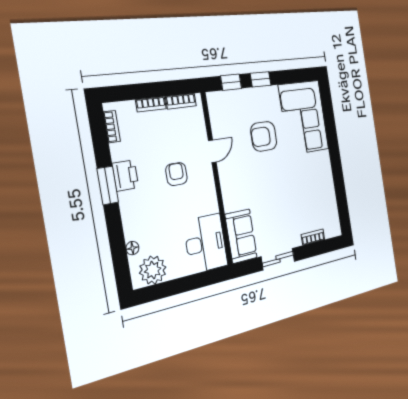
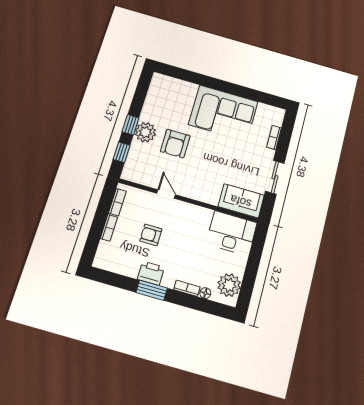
plant: (261, 99) -> (145, 132), added
corner sofa: (304, 117) -> (223, 113), moved
bookcase: (112, 127) -> (187, 288), moved
armchair: (176, 174) -> (151, 235), moved

